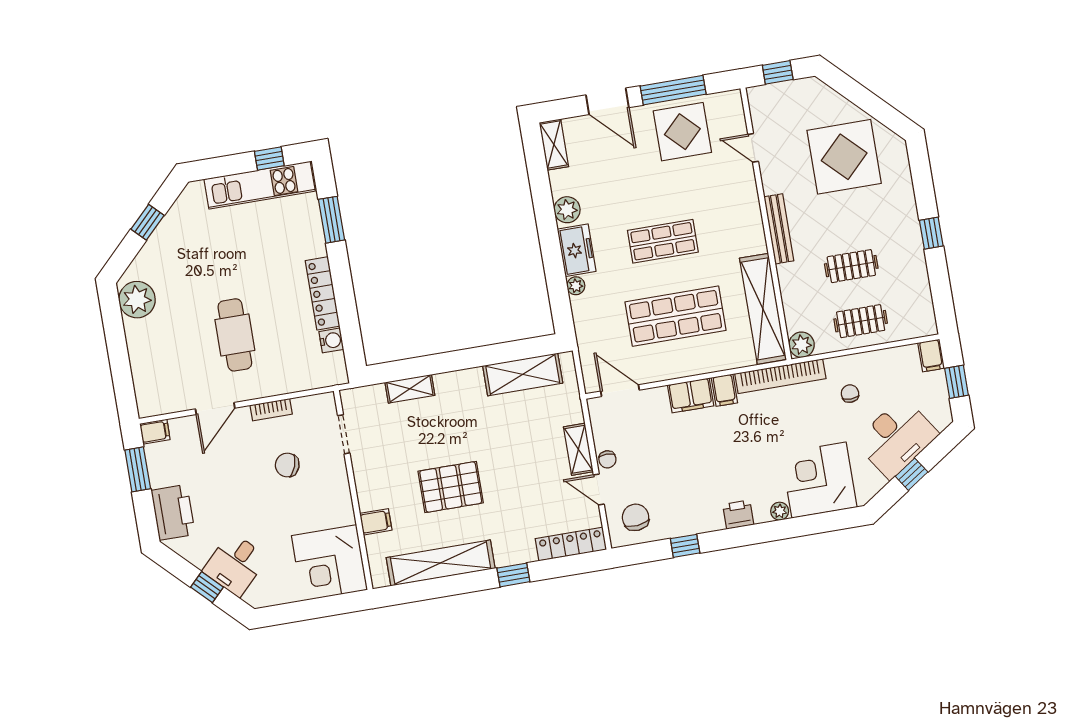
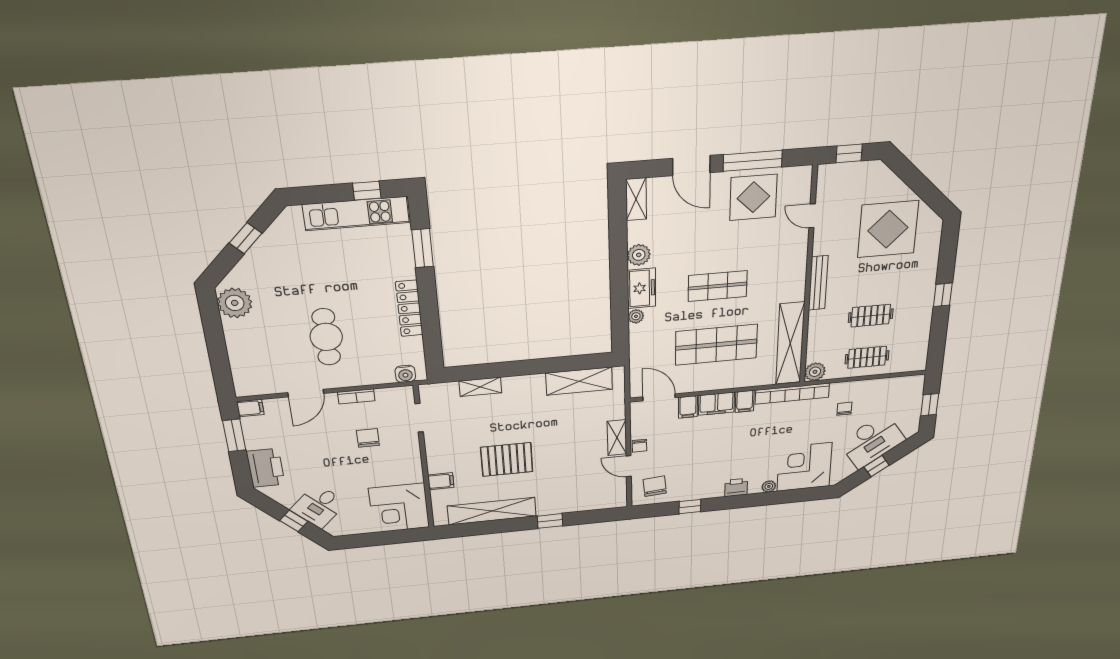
water cooler: (331, 340) -> (405, 374), moved, turned 90
filing cabinet: (931, 355) -> (688, 407), moved
chair: (287, 465) -> (368, 438), turned 70
locker: (571, 544) -> (600, 502), removed

